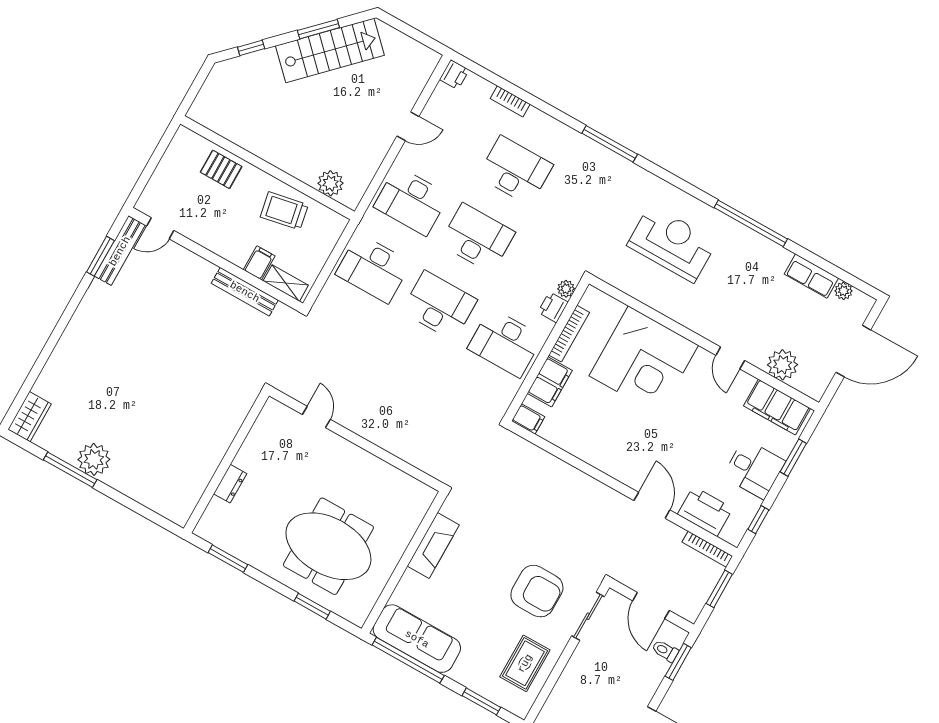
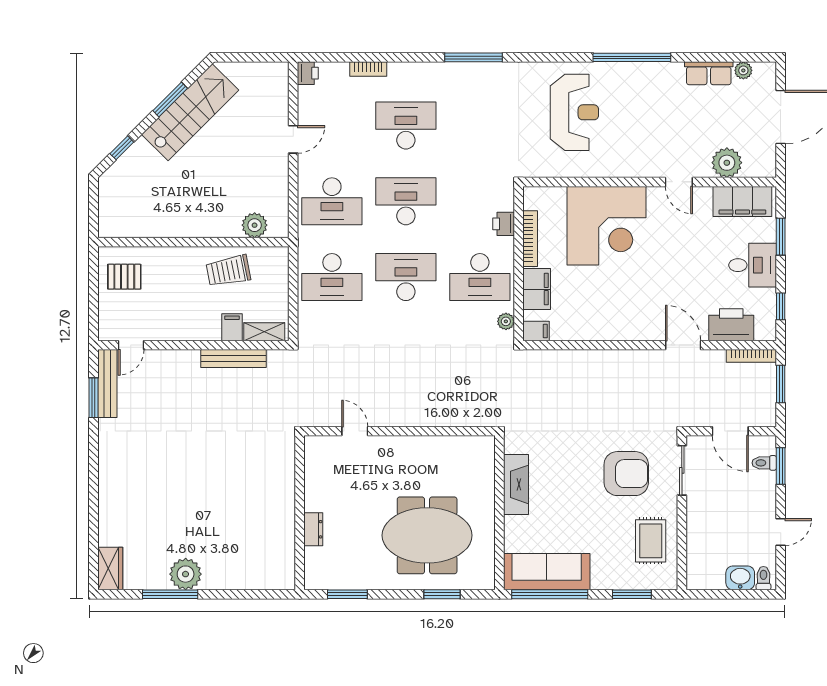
pallet: (221, 169) -> (124, 277), moved
reception desk: (672, 243) -> (574, 112), turned 90
plant: (566, 289) -> (506, 321), moved

